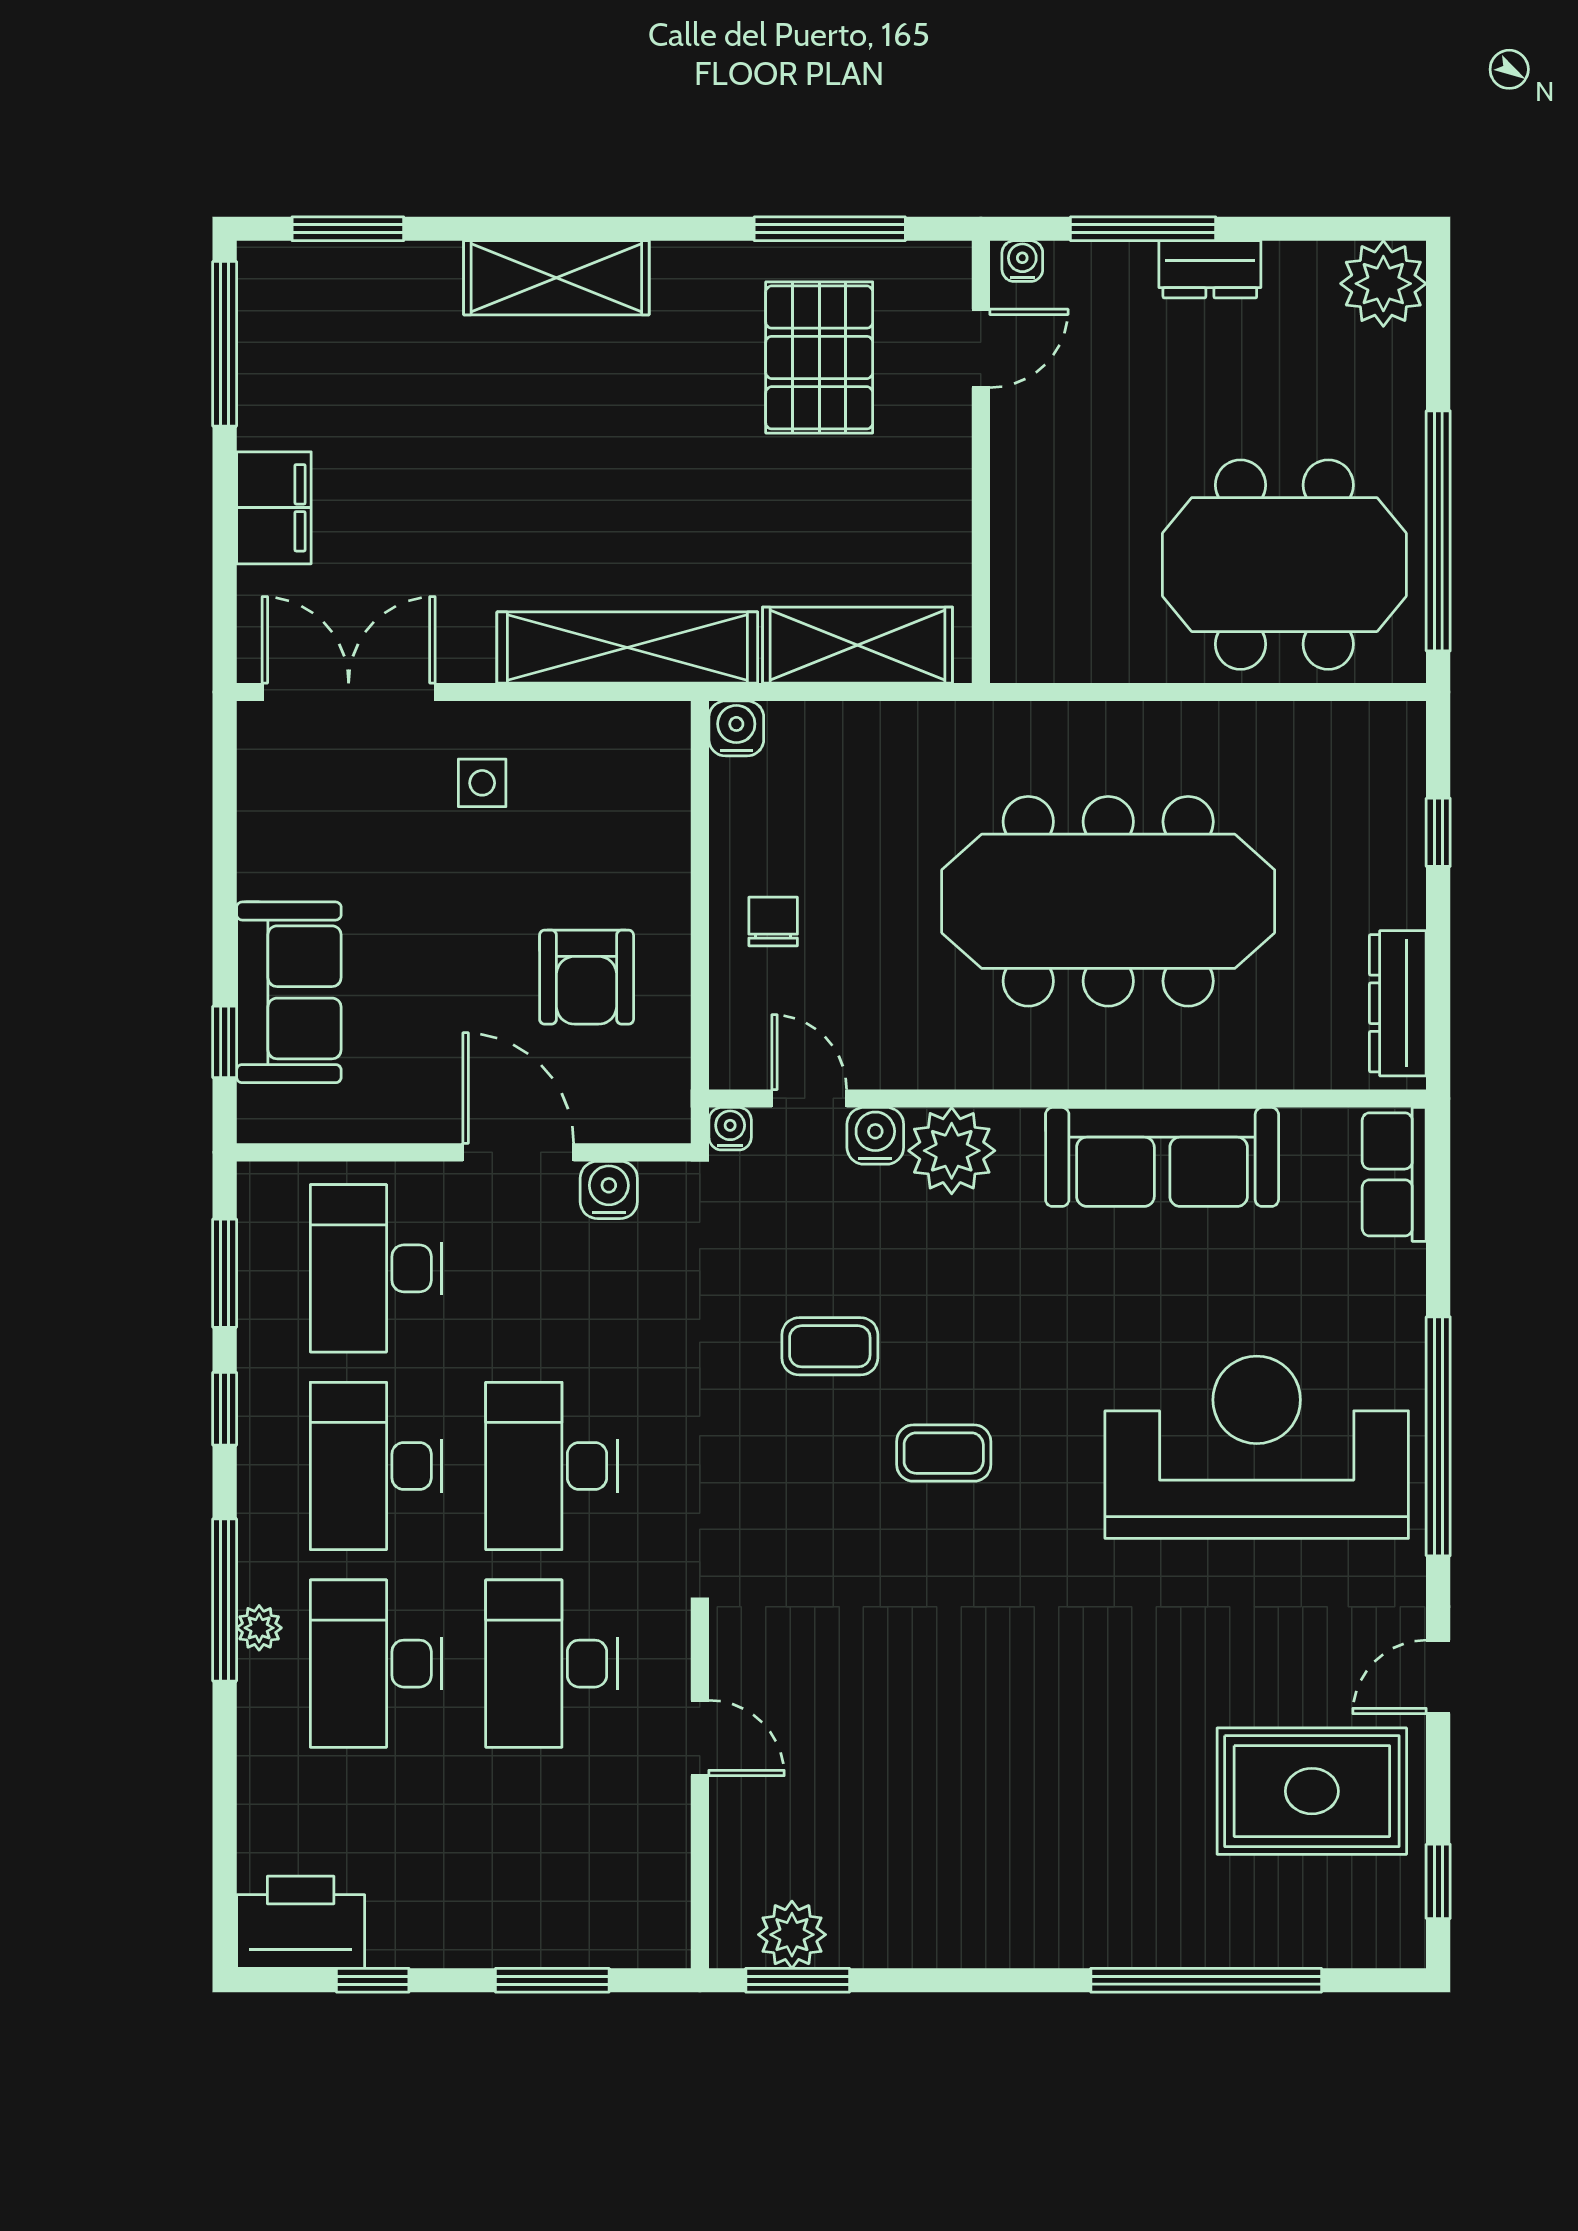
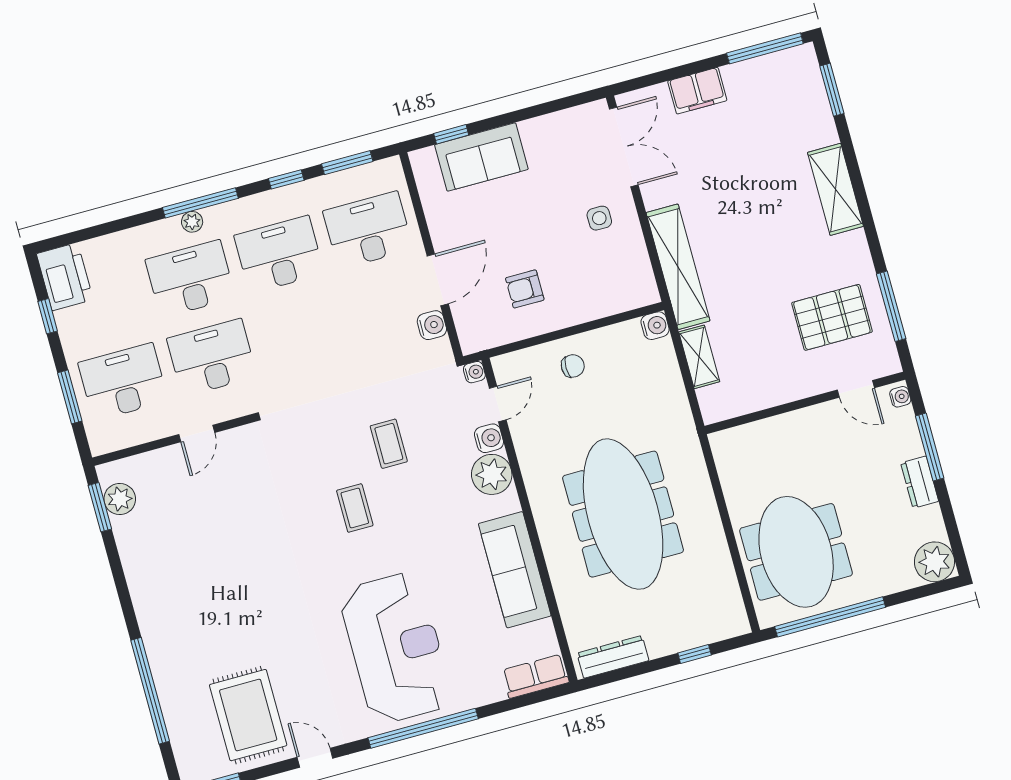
shelving: (857, 645) -> (699, 357), width x0.67, depth x0.75
armchair: (587, 977) -> (525, 289), width x0.72, depth x0.72
desk: (551, 1466) -> (123, 382), moved

